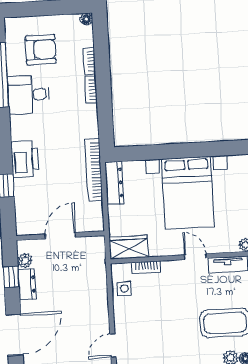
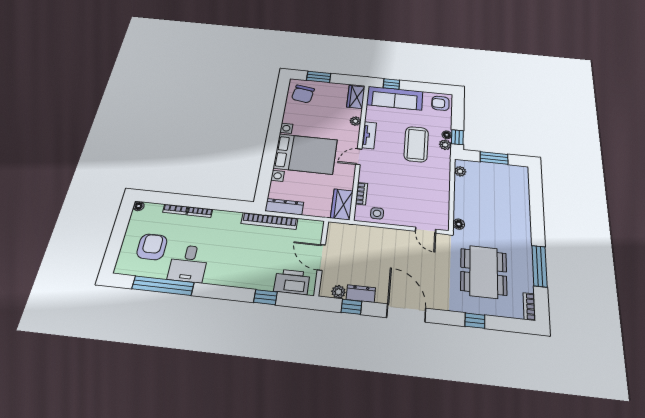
printer: (25, 159) -> (292, 282), moved

